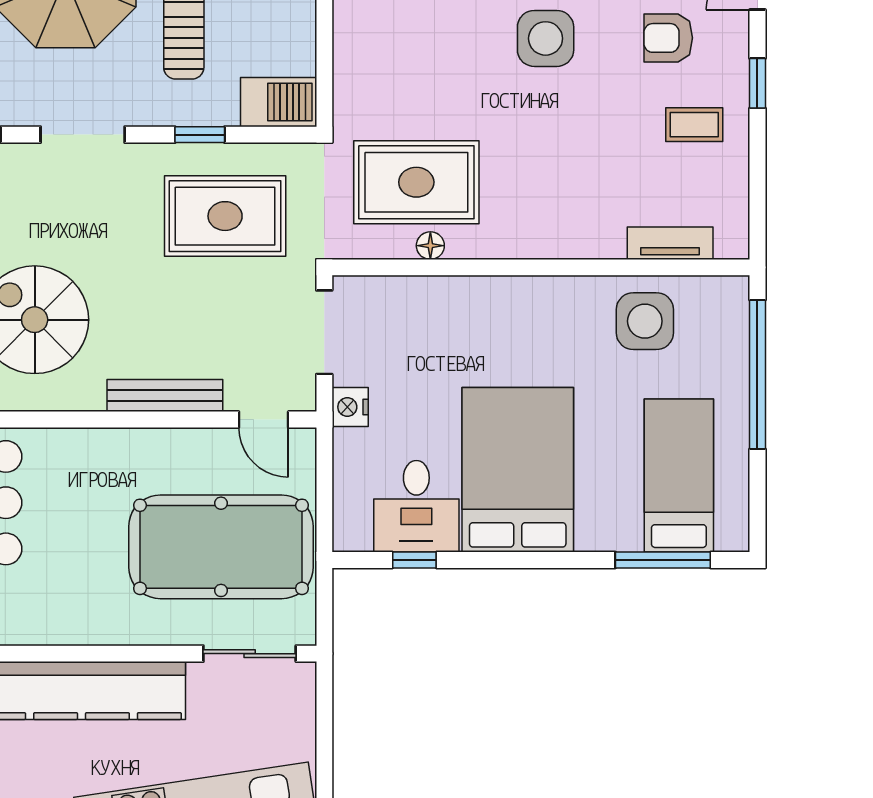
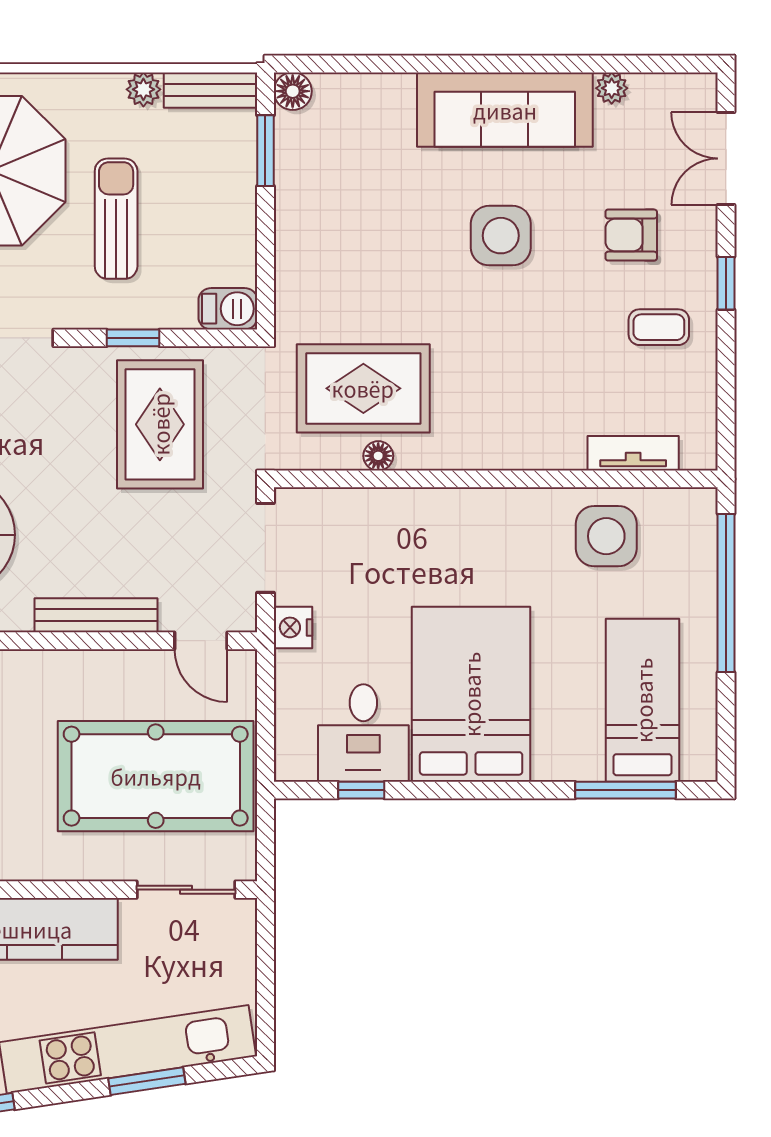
barbecue: (279, 102) -> (228, 309), width x0.73, depth x0.79
rug: (225, 216) -> (160, 424), turned 90

